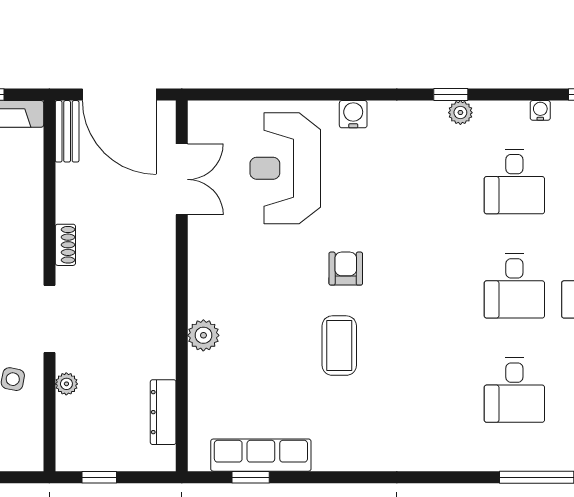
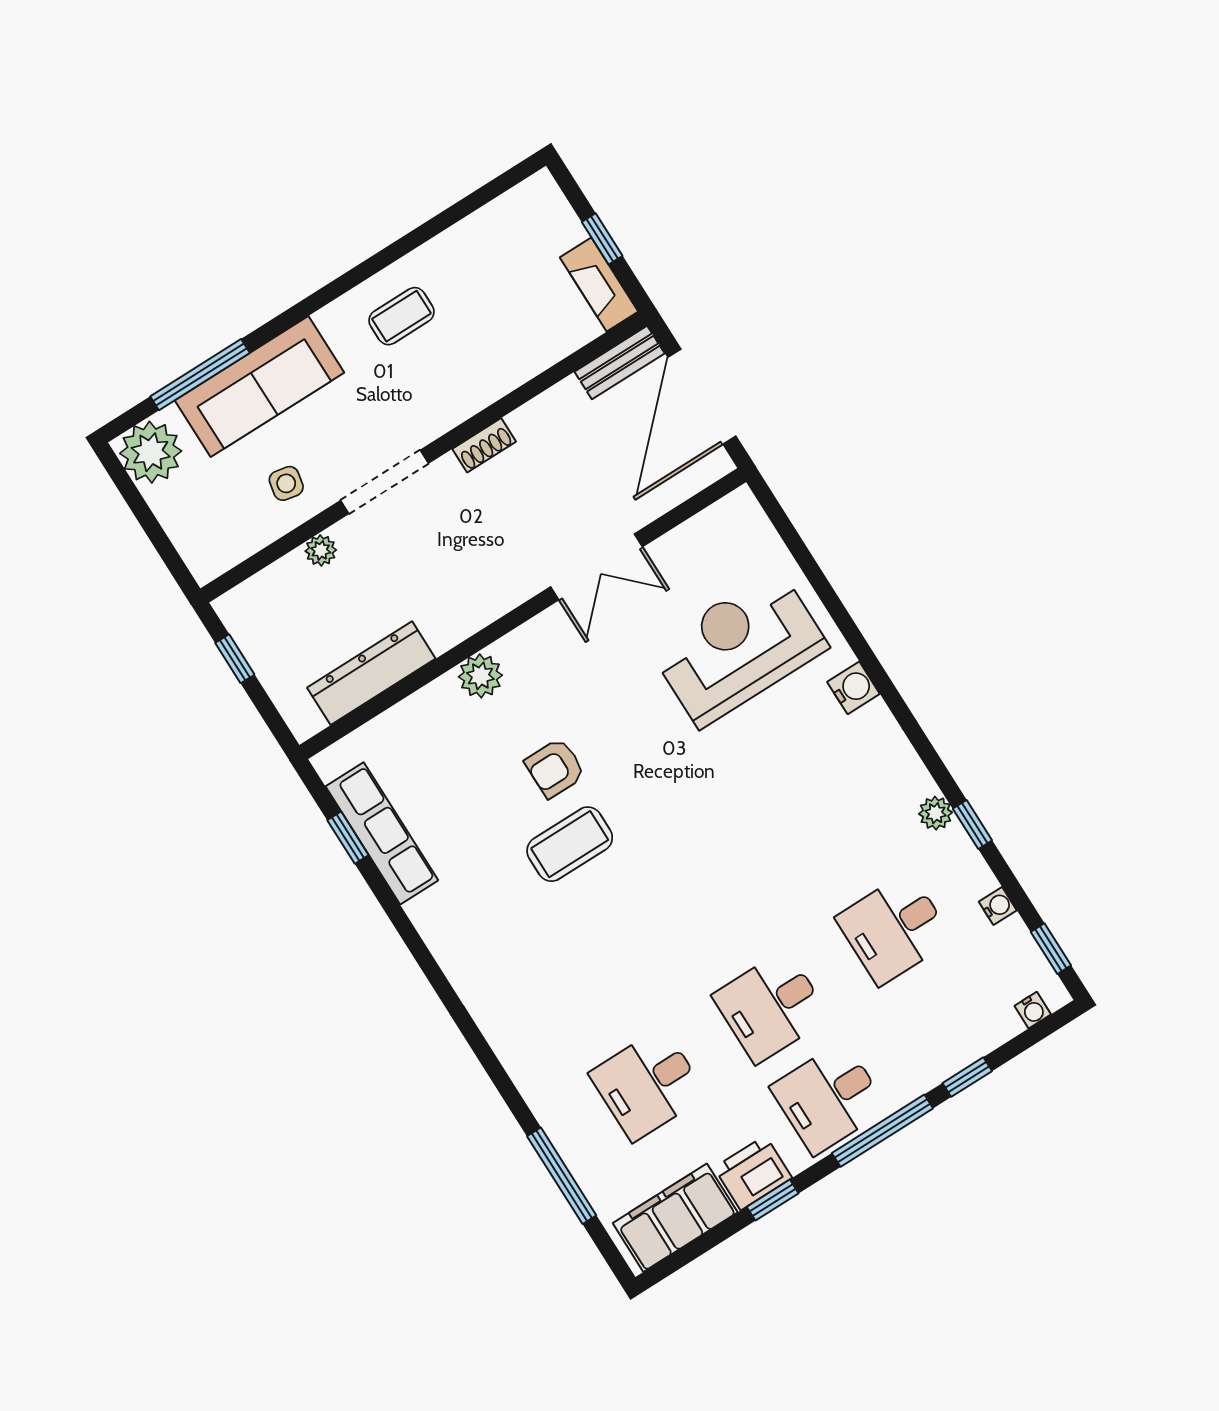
window: (451, 95) -> (972, 825), moved
double door: (182, 179) -> (597, 567), moved
armchair: (346, 269) -> (555, 768), moved, turned 180
dresser: (163, 412) -> (371, 673), width x1.37, depth x1.24

